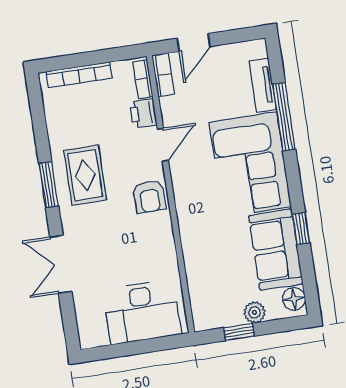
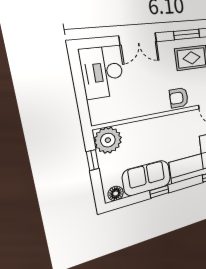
double door: (61, 264) -> (138, 39), swing flipped
desk: (142, 312) -> (102, 72), moved
plant: (255, 312) -> (108, 140), moved, width x1.88, depth x1.88

